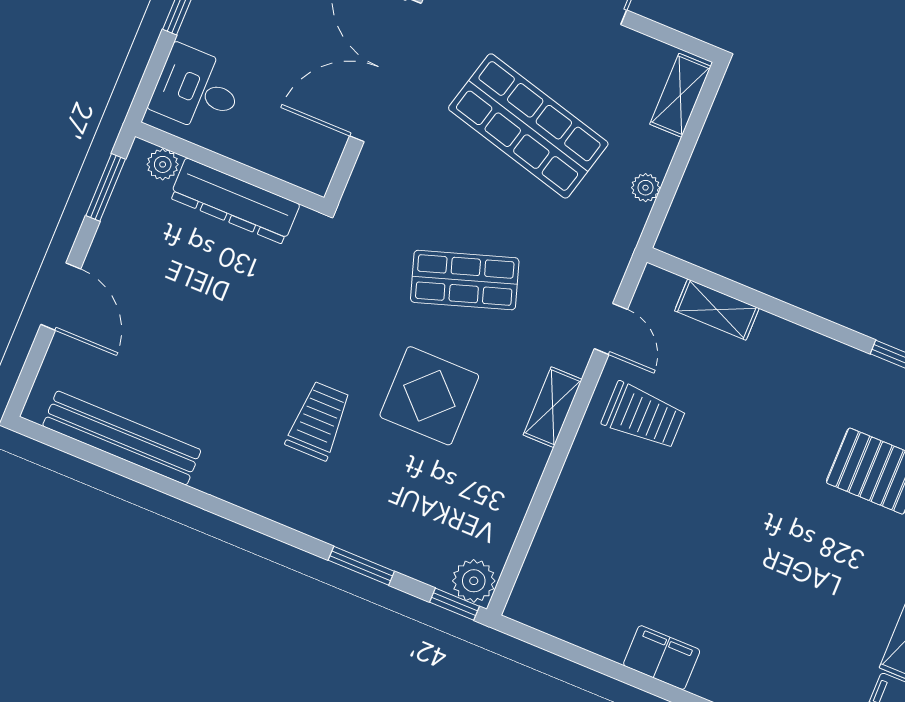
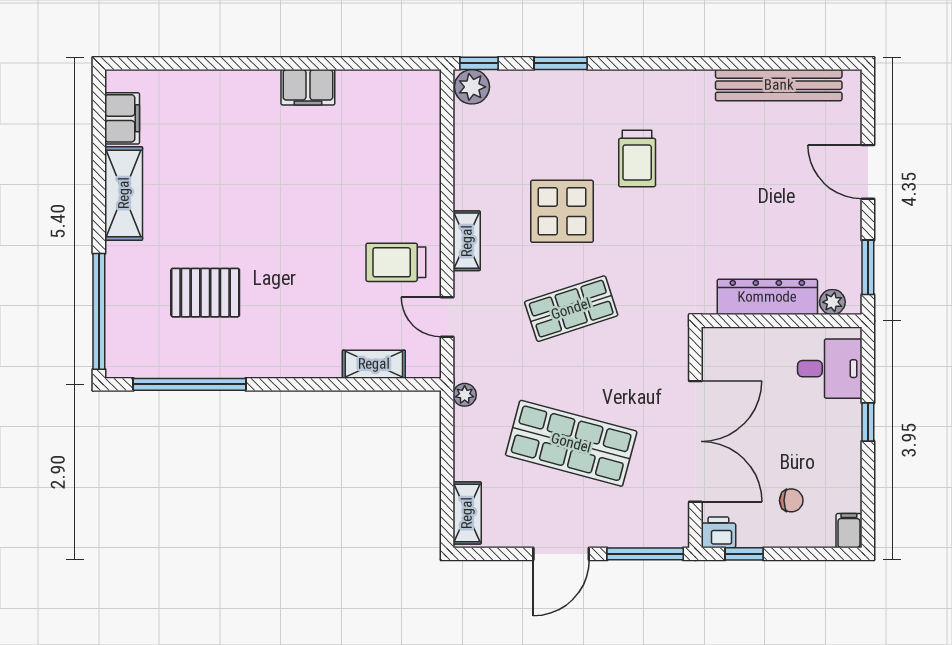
plant: (646, 188) -> (465, 395), moved

